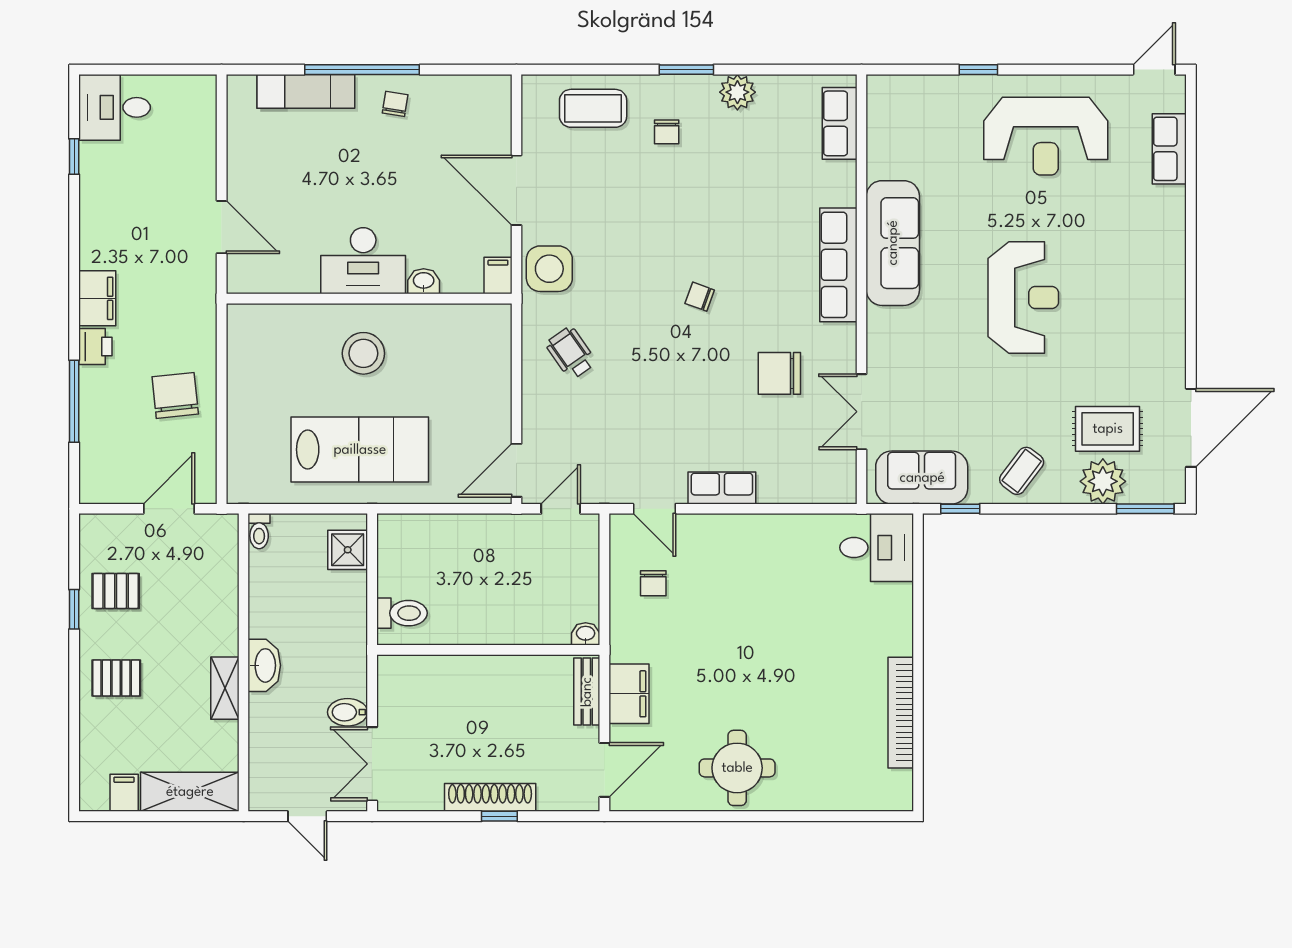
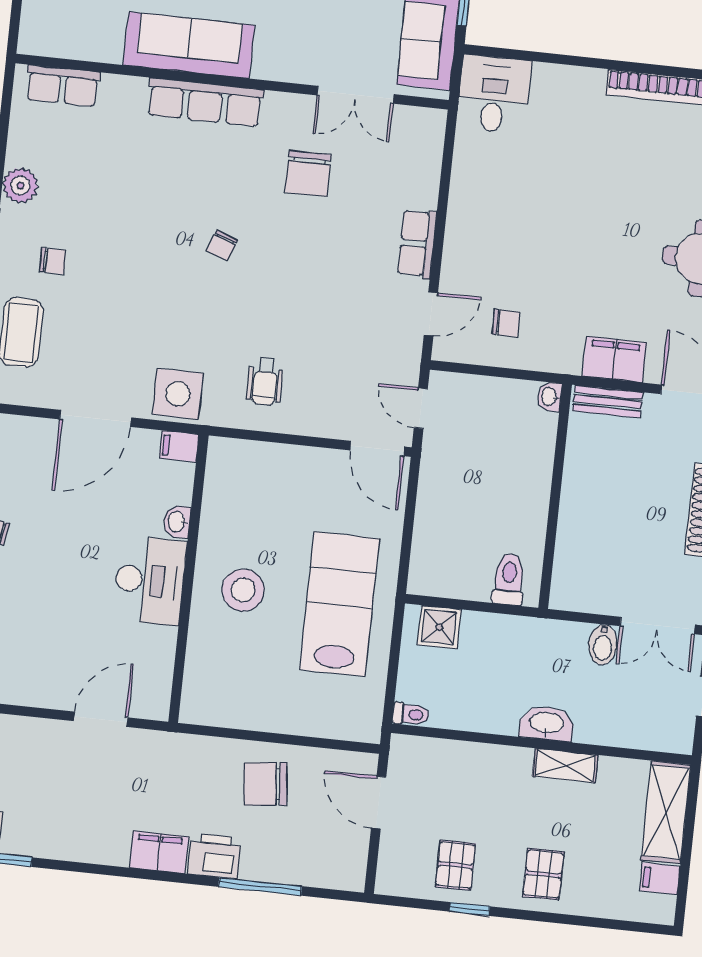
printer: (95, 347) -> (214, 856), width x1.36, depth x1.24
wheelchair: (571, 353) -> (265, 381), turned -55

